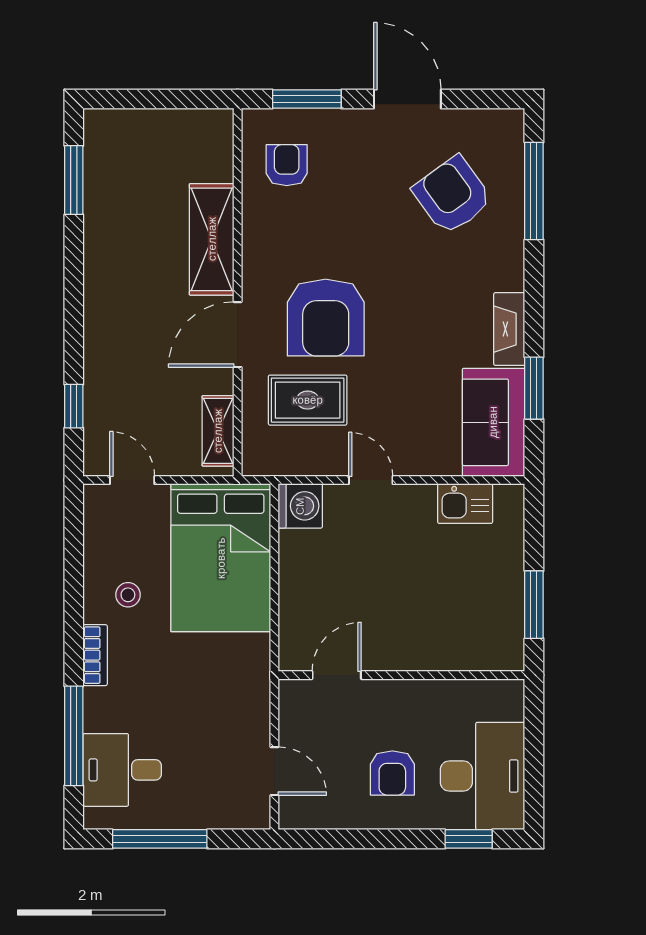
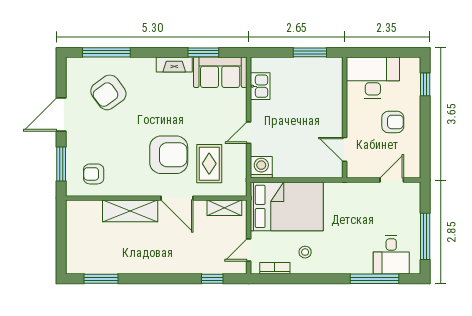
bookcase: (95, 655) -> (275, 268), moved
desk: (483, 776) -> (373, 78), moved

